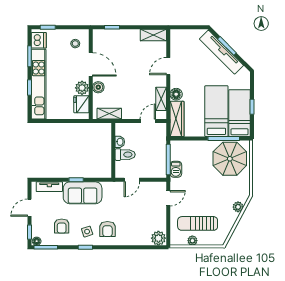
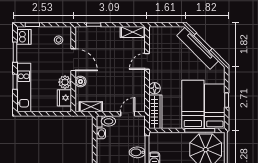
kitchen unit: (39, 84) -> (24, 88), width x0.73
shelving: (161, 99) -> (140, 93), removed
toilet: (125, 155) -> (106, 121), moved
bidet: (158, 162) -> (137, 152), added

